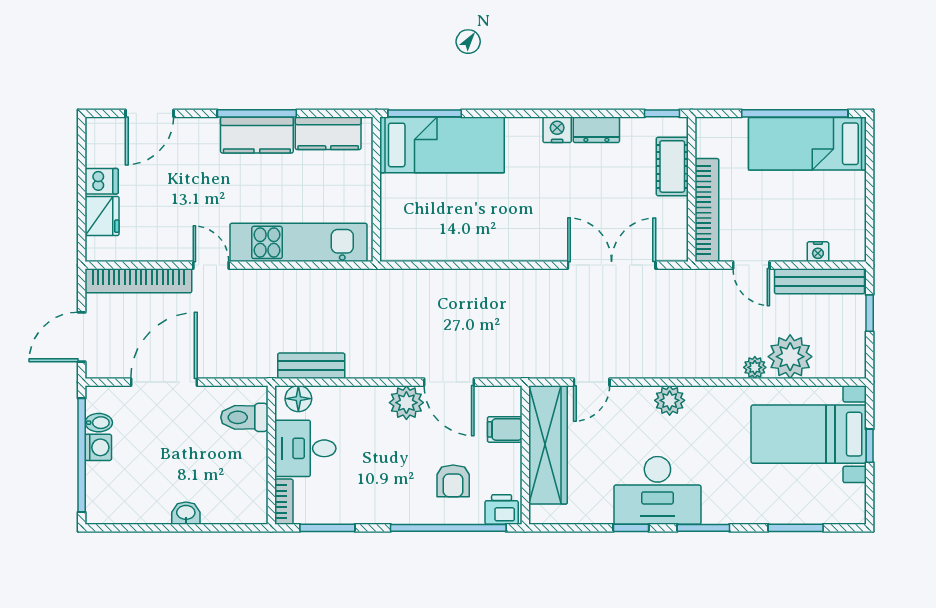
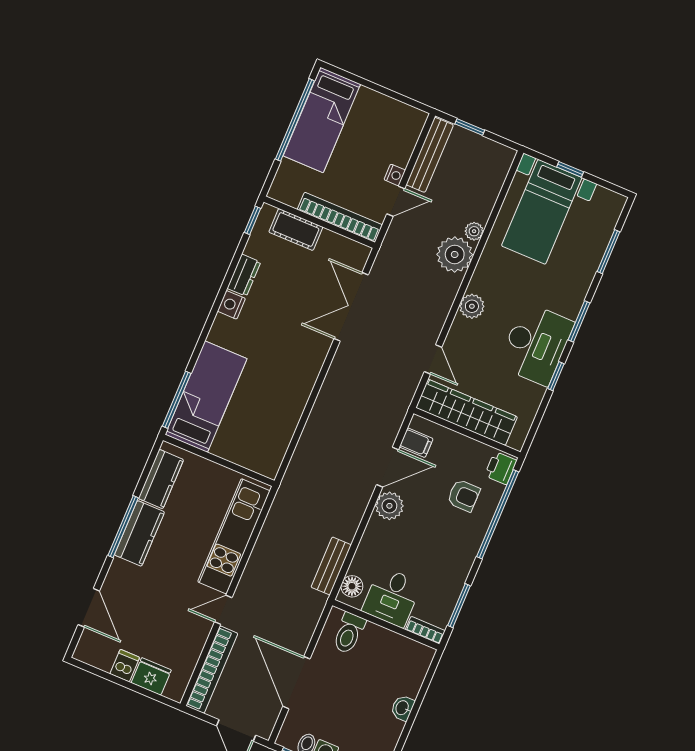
nightstand: (818, 252) -> (395, 175), moved
plant: (790, 357) -> (455, 254), moved
filing cabinet: (505, 429) -> (416, 443), moved, turned -90

